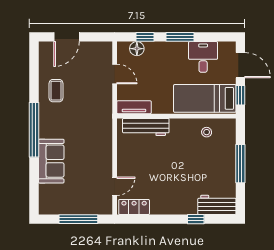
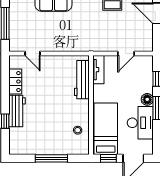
floor lamp: (137, 49) -> (147, 99), moved
desk: (203, 57) -> (140, 123), width x1.37
workbench: (217, 205) -> (17, 111), moved
locker: (134, 207) -> (15, 82), moved

